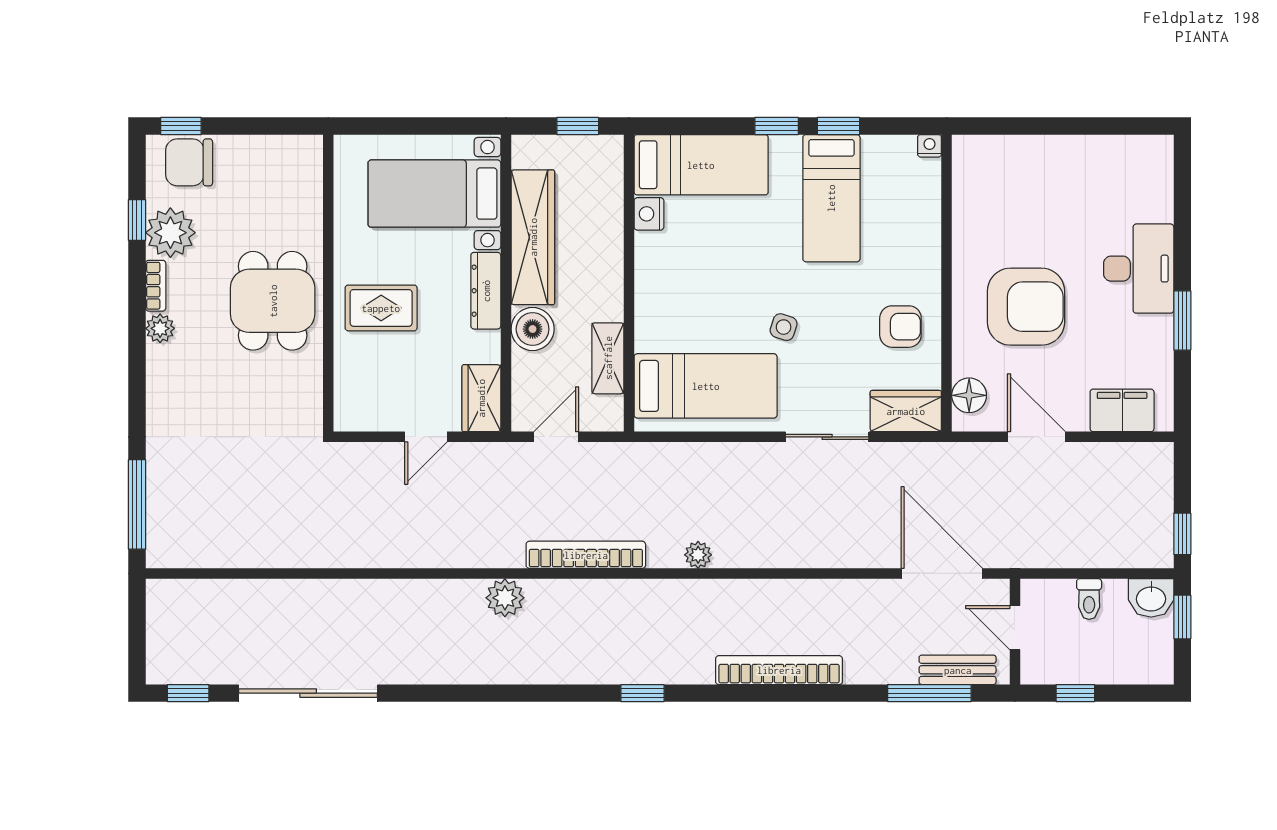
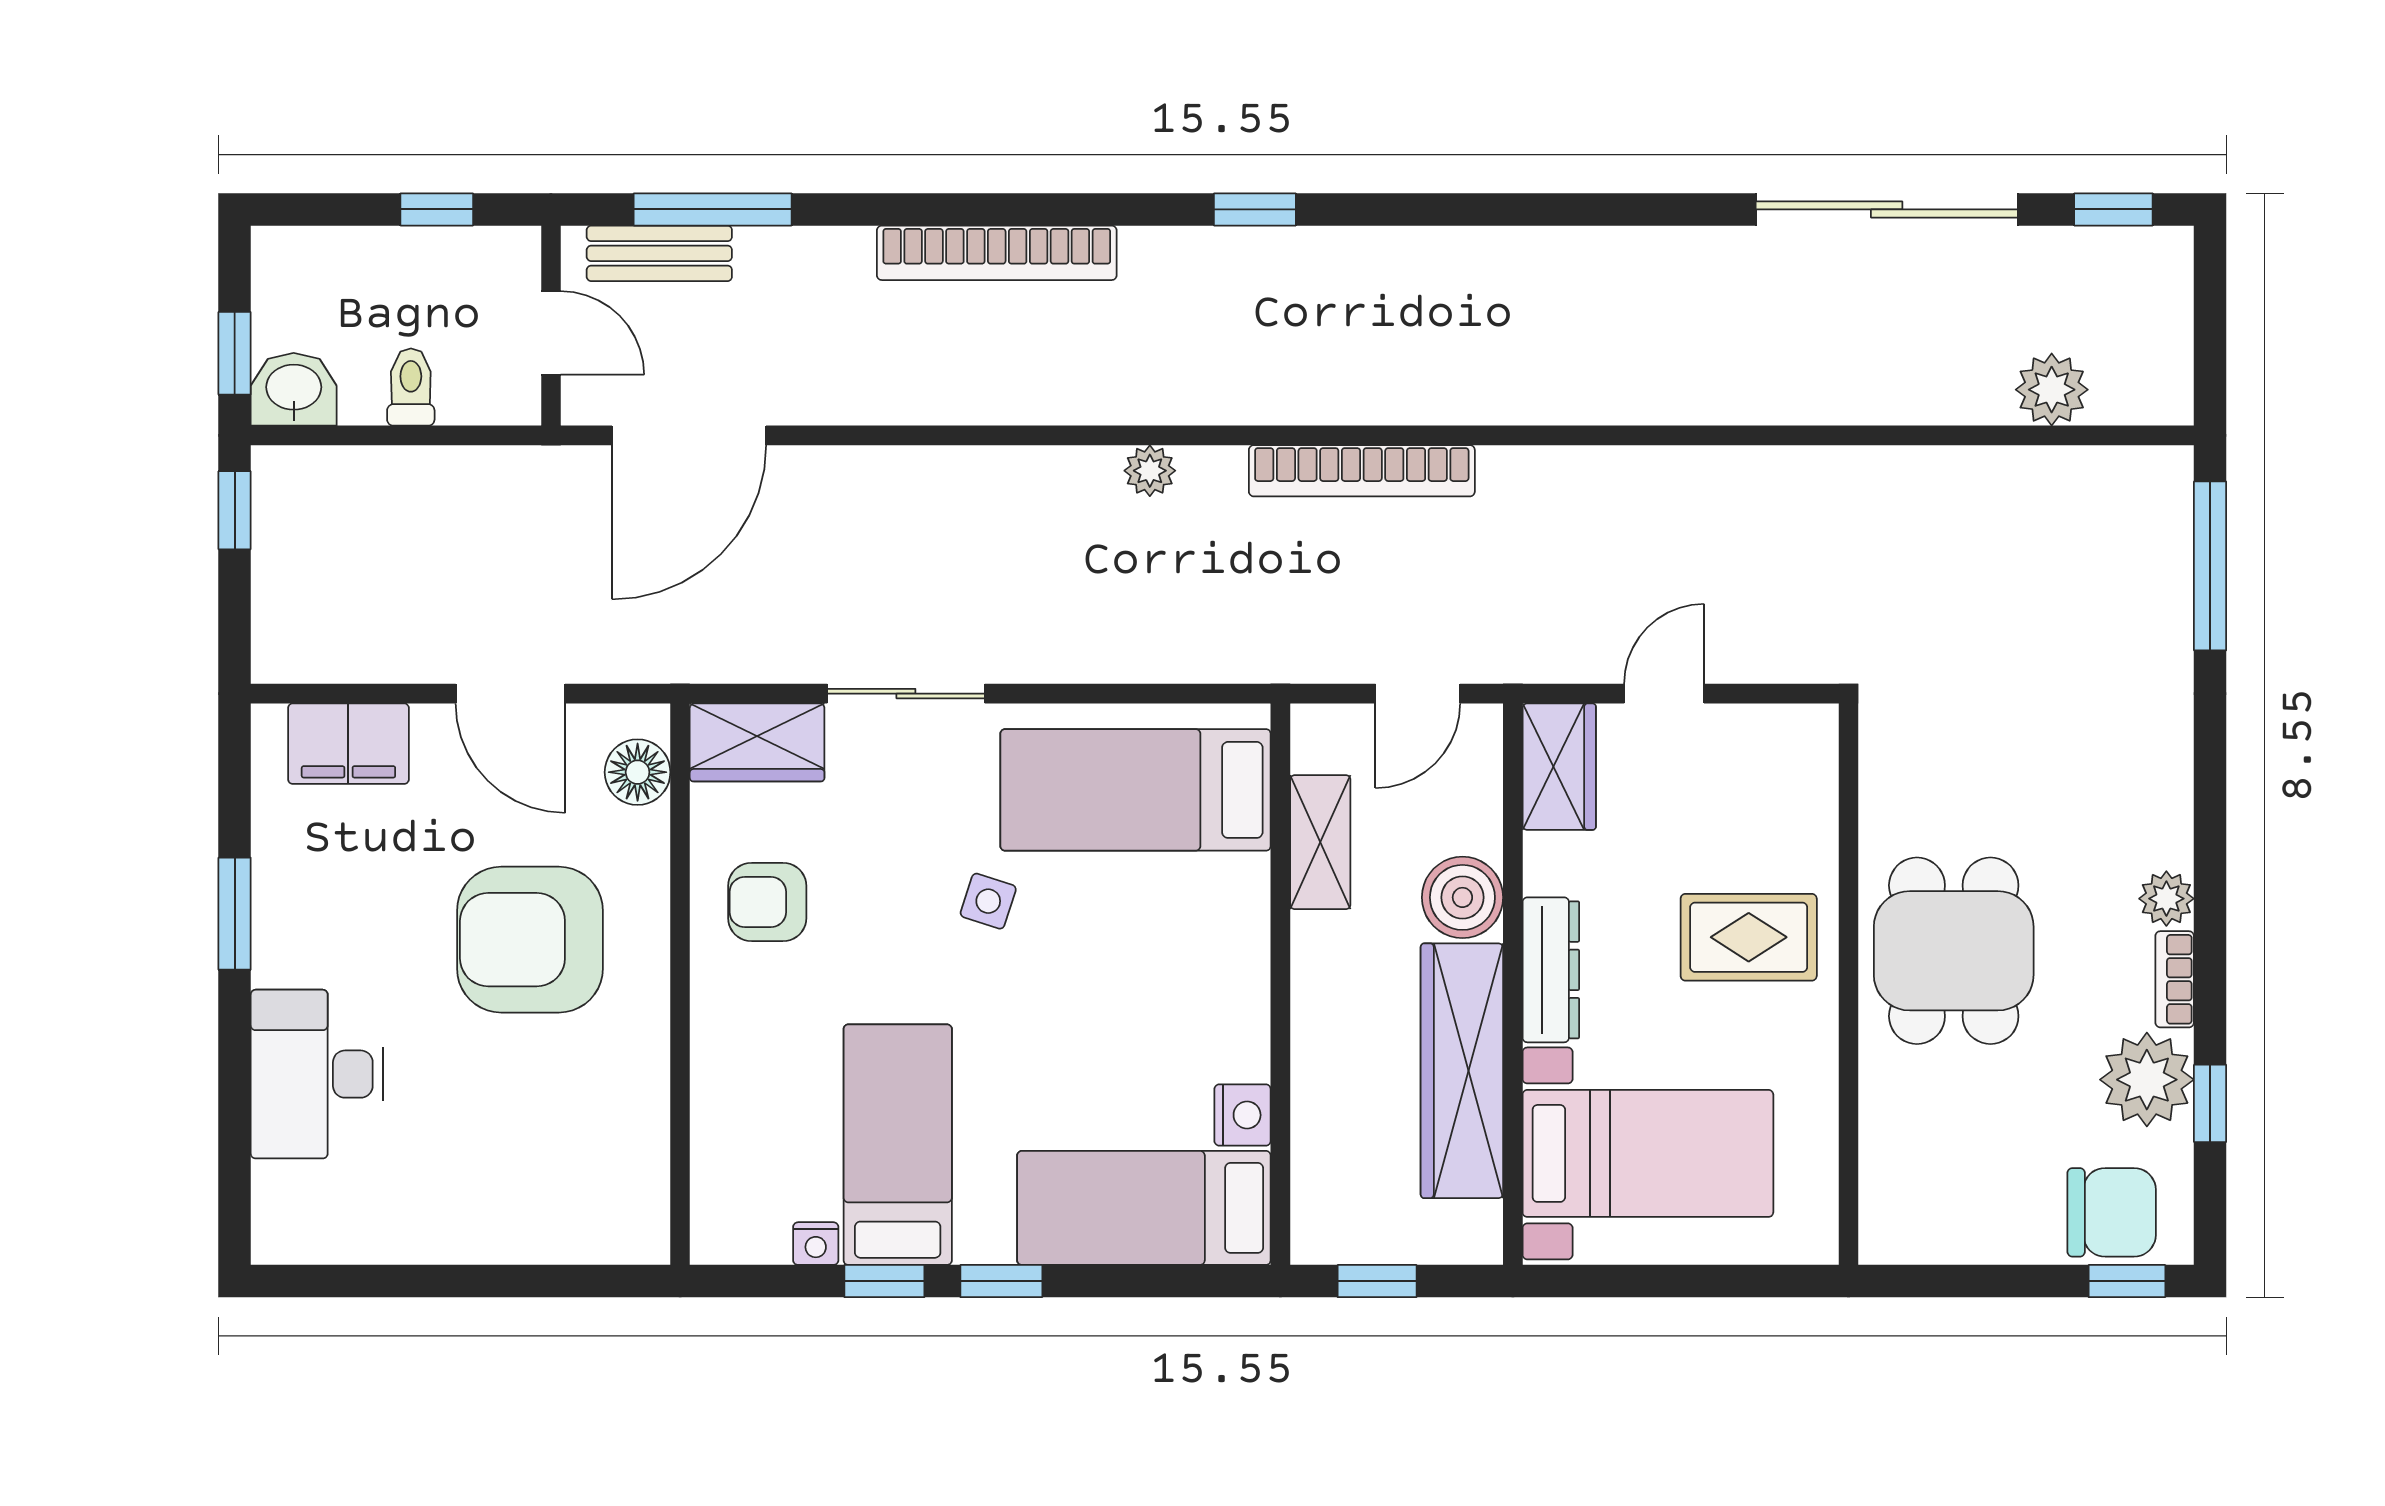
nightstand: (929, 146) -> (816, 1244), moved
desk: (1139, 269) -> (317, 1074), moved
door: (942, 573) -> (689, 435), hinge flipped
plant: (505, 598) -> (2052, 390), moved

